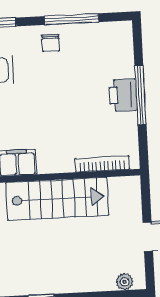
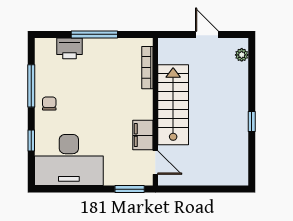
chair: (51, 43) -> (49, 104), turned -90
printer: (123, 95) -> (70, 48), moved

